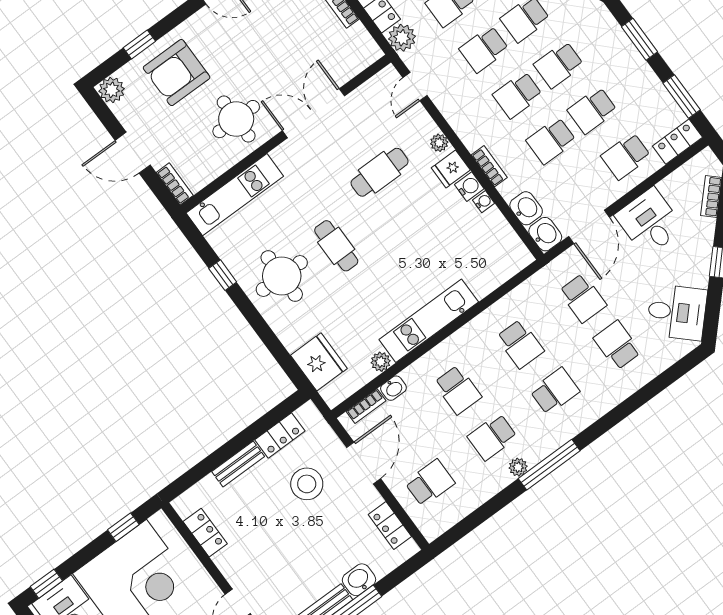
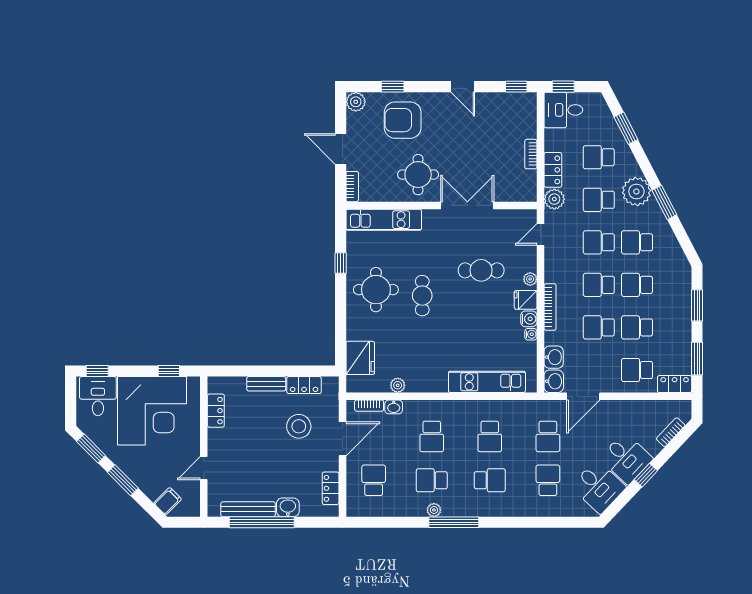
bookcase: (489, 166) -> (550, 307), width x1.56
desk: (650, 222) -> (626, 458), moved, turned 133
kitchen unit: (429, 321) -> (487, 382), moved
school desk: (430, 483) -> (374, 480), turned -90

